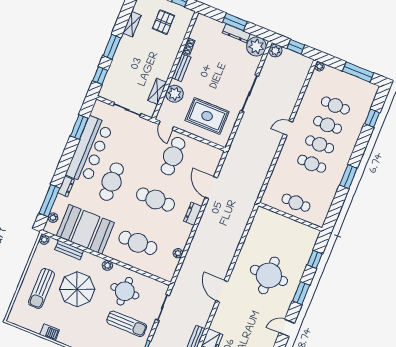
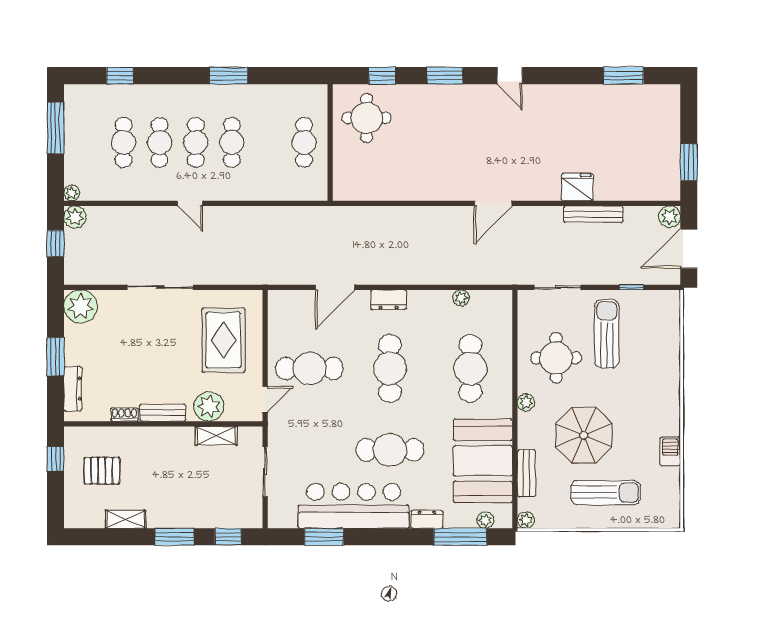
dresser: (236, 33) -> (73, 389), moved
plant: (275, 51) -> (75, 217), moved
round table: (269, 275) -> (367, 118), moved, width x0.73, depth x0.73

